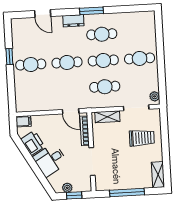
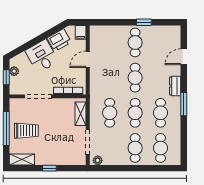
cafe table: (138, 32) -> (161, 148), added
door: (71, 111) -> (88, 59), moved
trolley: (142, 138) -> (26, 131), moved, turned -90
window: (165, 146) -> (49, 168), added

